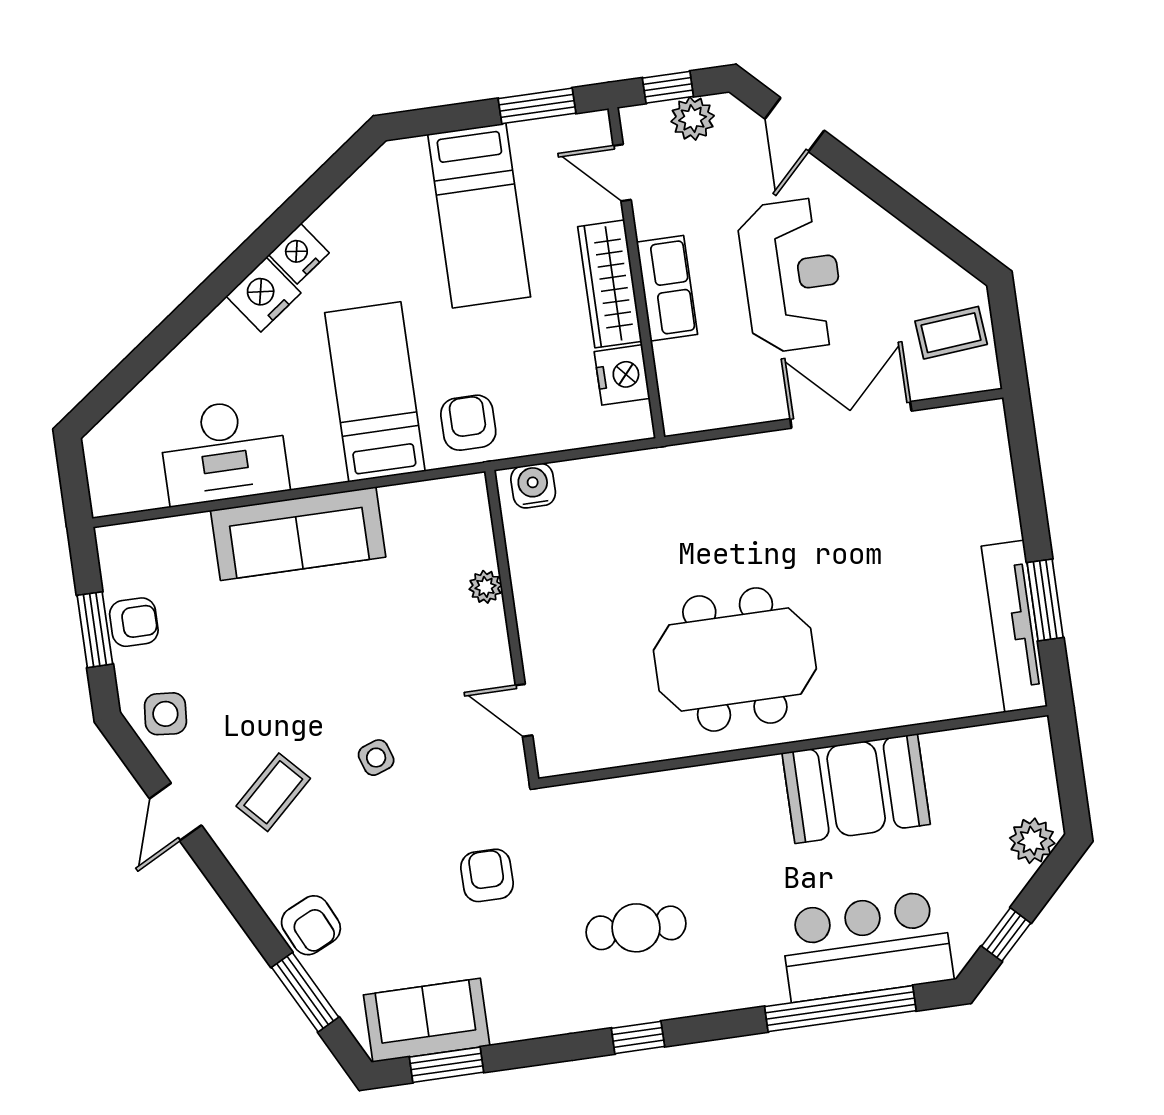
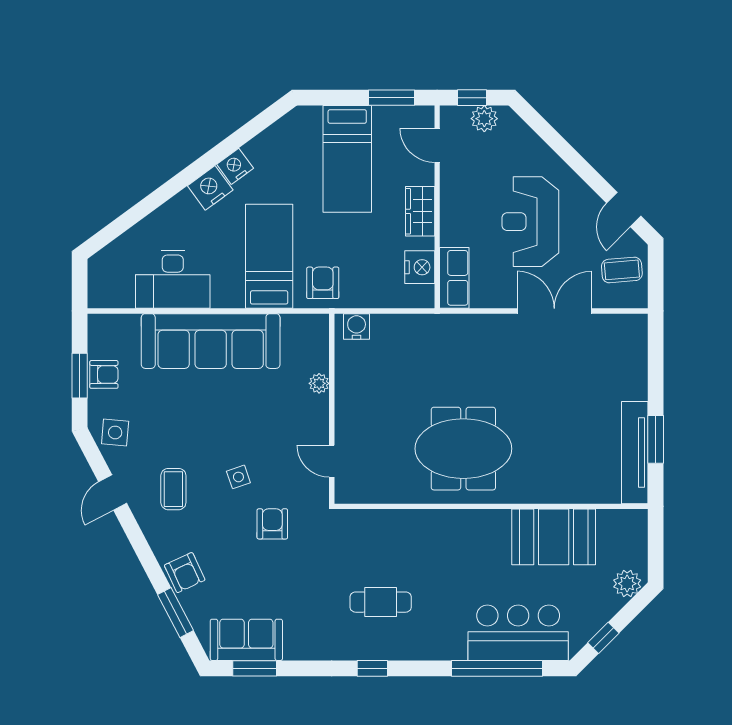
door: (795, 125) -> (624, 209), moved
reception desk: (791, 275) -> (530, 222), turned 180
wardrobe: (610, 284) -> (420, 211), width x0.67
row of seats: (667, 288) -> (454, 278), moved
sofa: (298, 534) -> (211, 341), width x1.36, depth x1.27
booth: (856, 789) -> (554, 537), moved
coffee table: (273, 792) -> (173, 489), turned -47
armchair: (487, 875) -> (272, 524), moved

